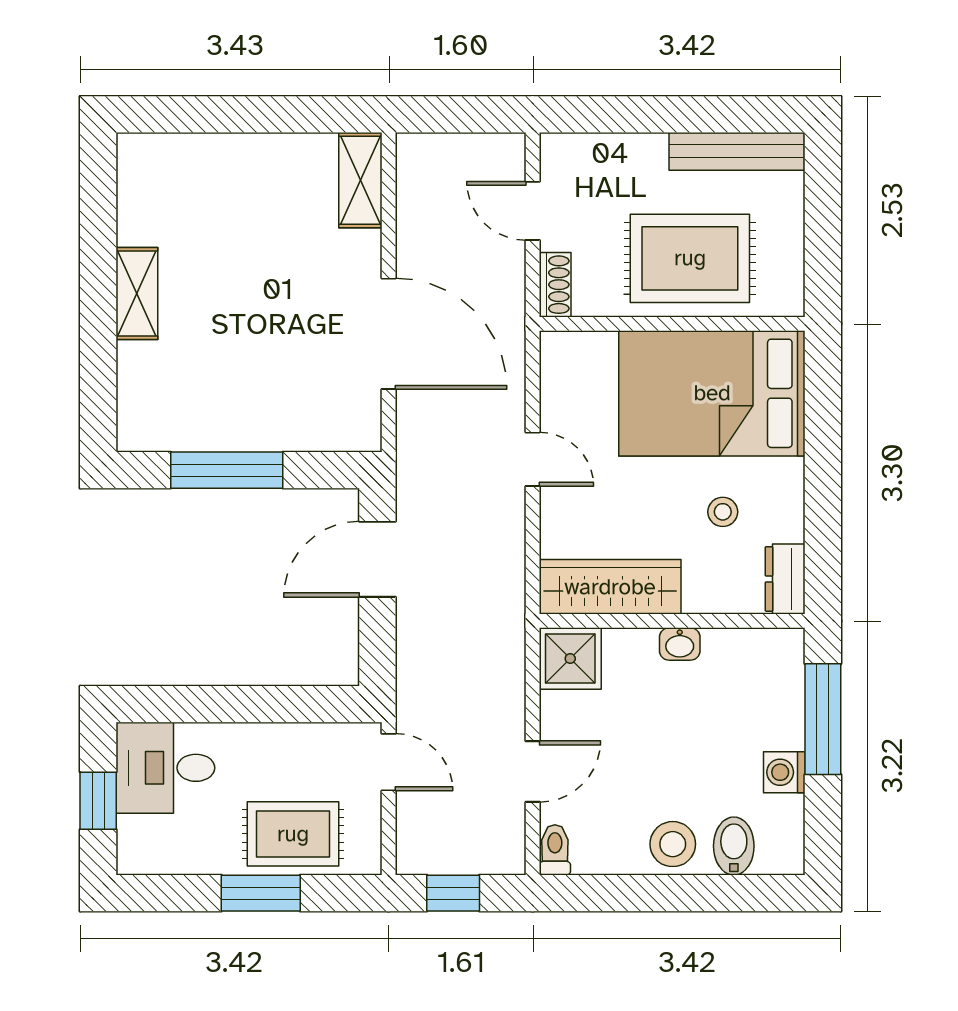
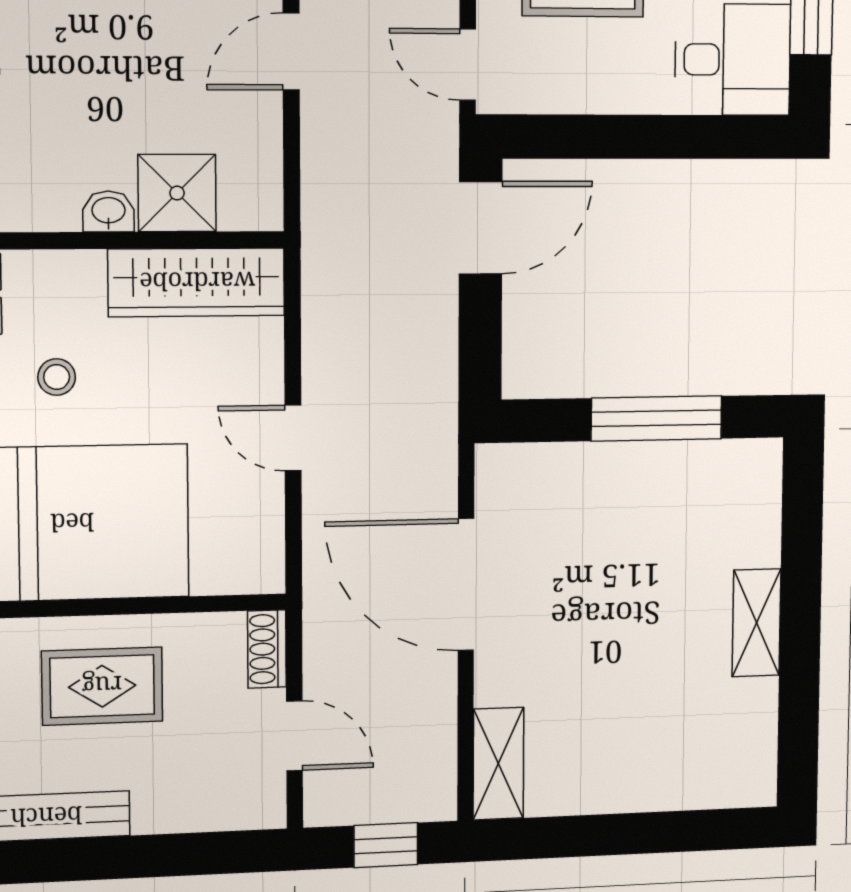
window: (456, 114) -> (386, 845), added
rug: (690, 258) -> (102, 686), width x0.73, depth x0.70
door: (377, 559) -> (481, 228), moved
shower: (570, 659) -> (177, 193), moved

